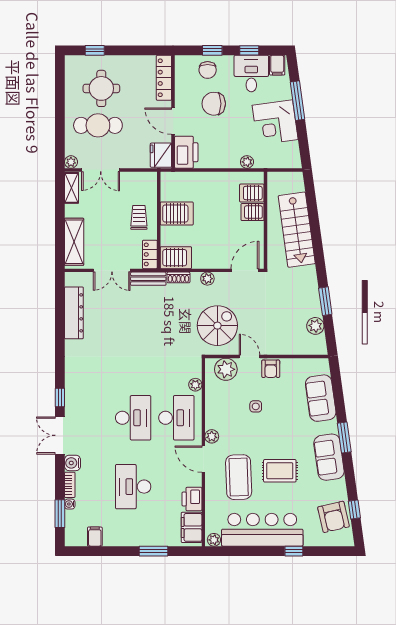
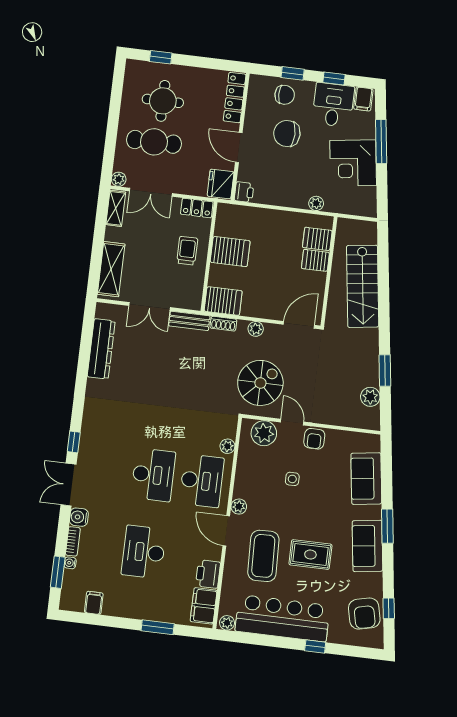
chair: (208, 70) -> (285, 95), turned -90
printer: (186, 152) -> (244, 192), width x0.53, depth x0.68
locker: (150, 254) -> (197, 208), moved, turned -90

